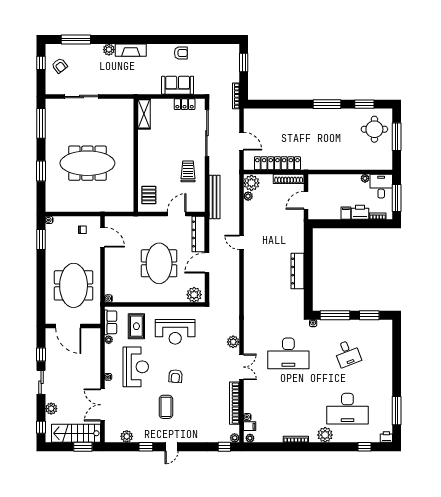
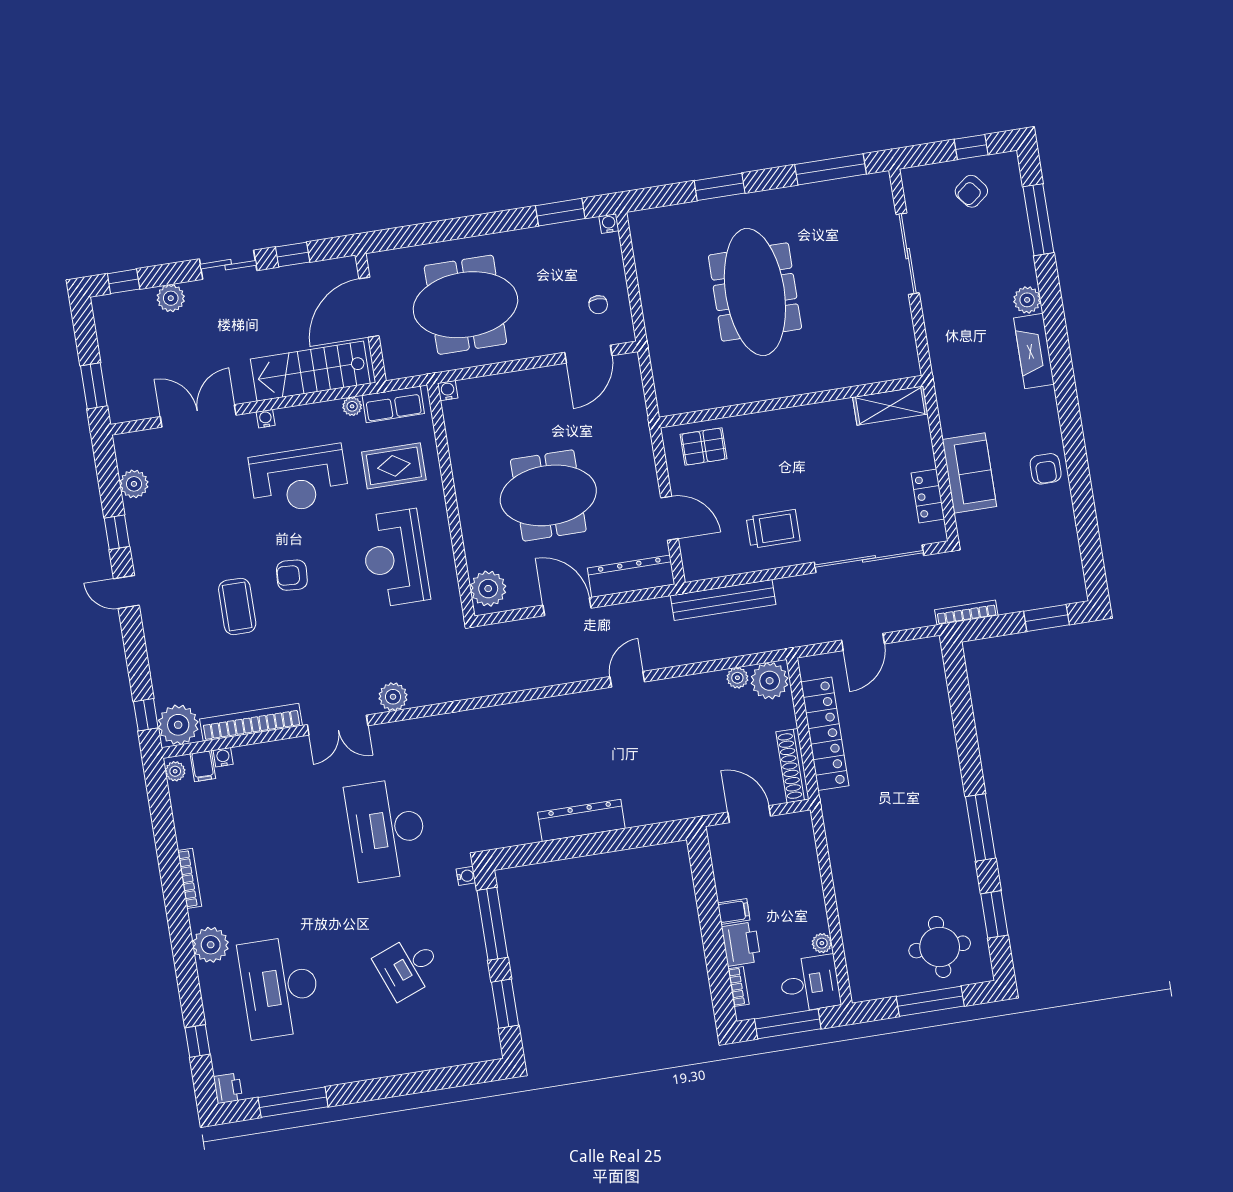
coffee table: (166, 407) -> (237, 606), moved, turned 90
stairs: (76, 433) -> (310, 371), moved, turned -90
plant: (235, 438) -> (178, 725), width x1.88, depth x1.88

